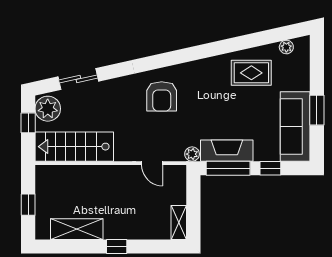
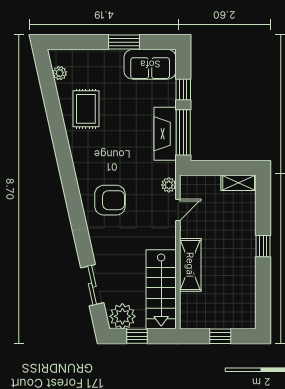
sofa: (295, 127) -> (150, 64), width x0.73
plant: (192, 154) -> (169, 185), moved
shelving: (77, 229) -> (190, 265), moved

